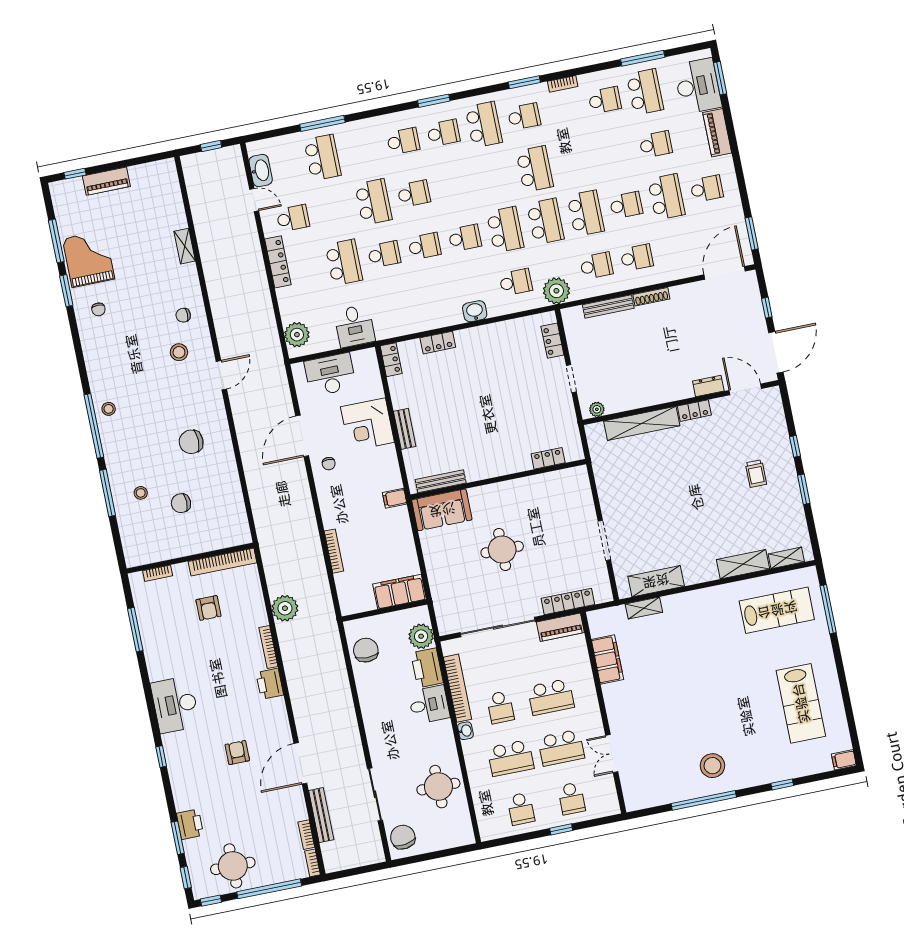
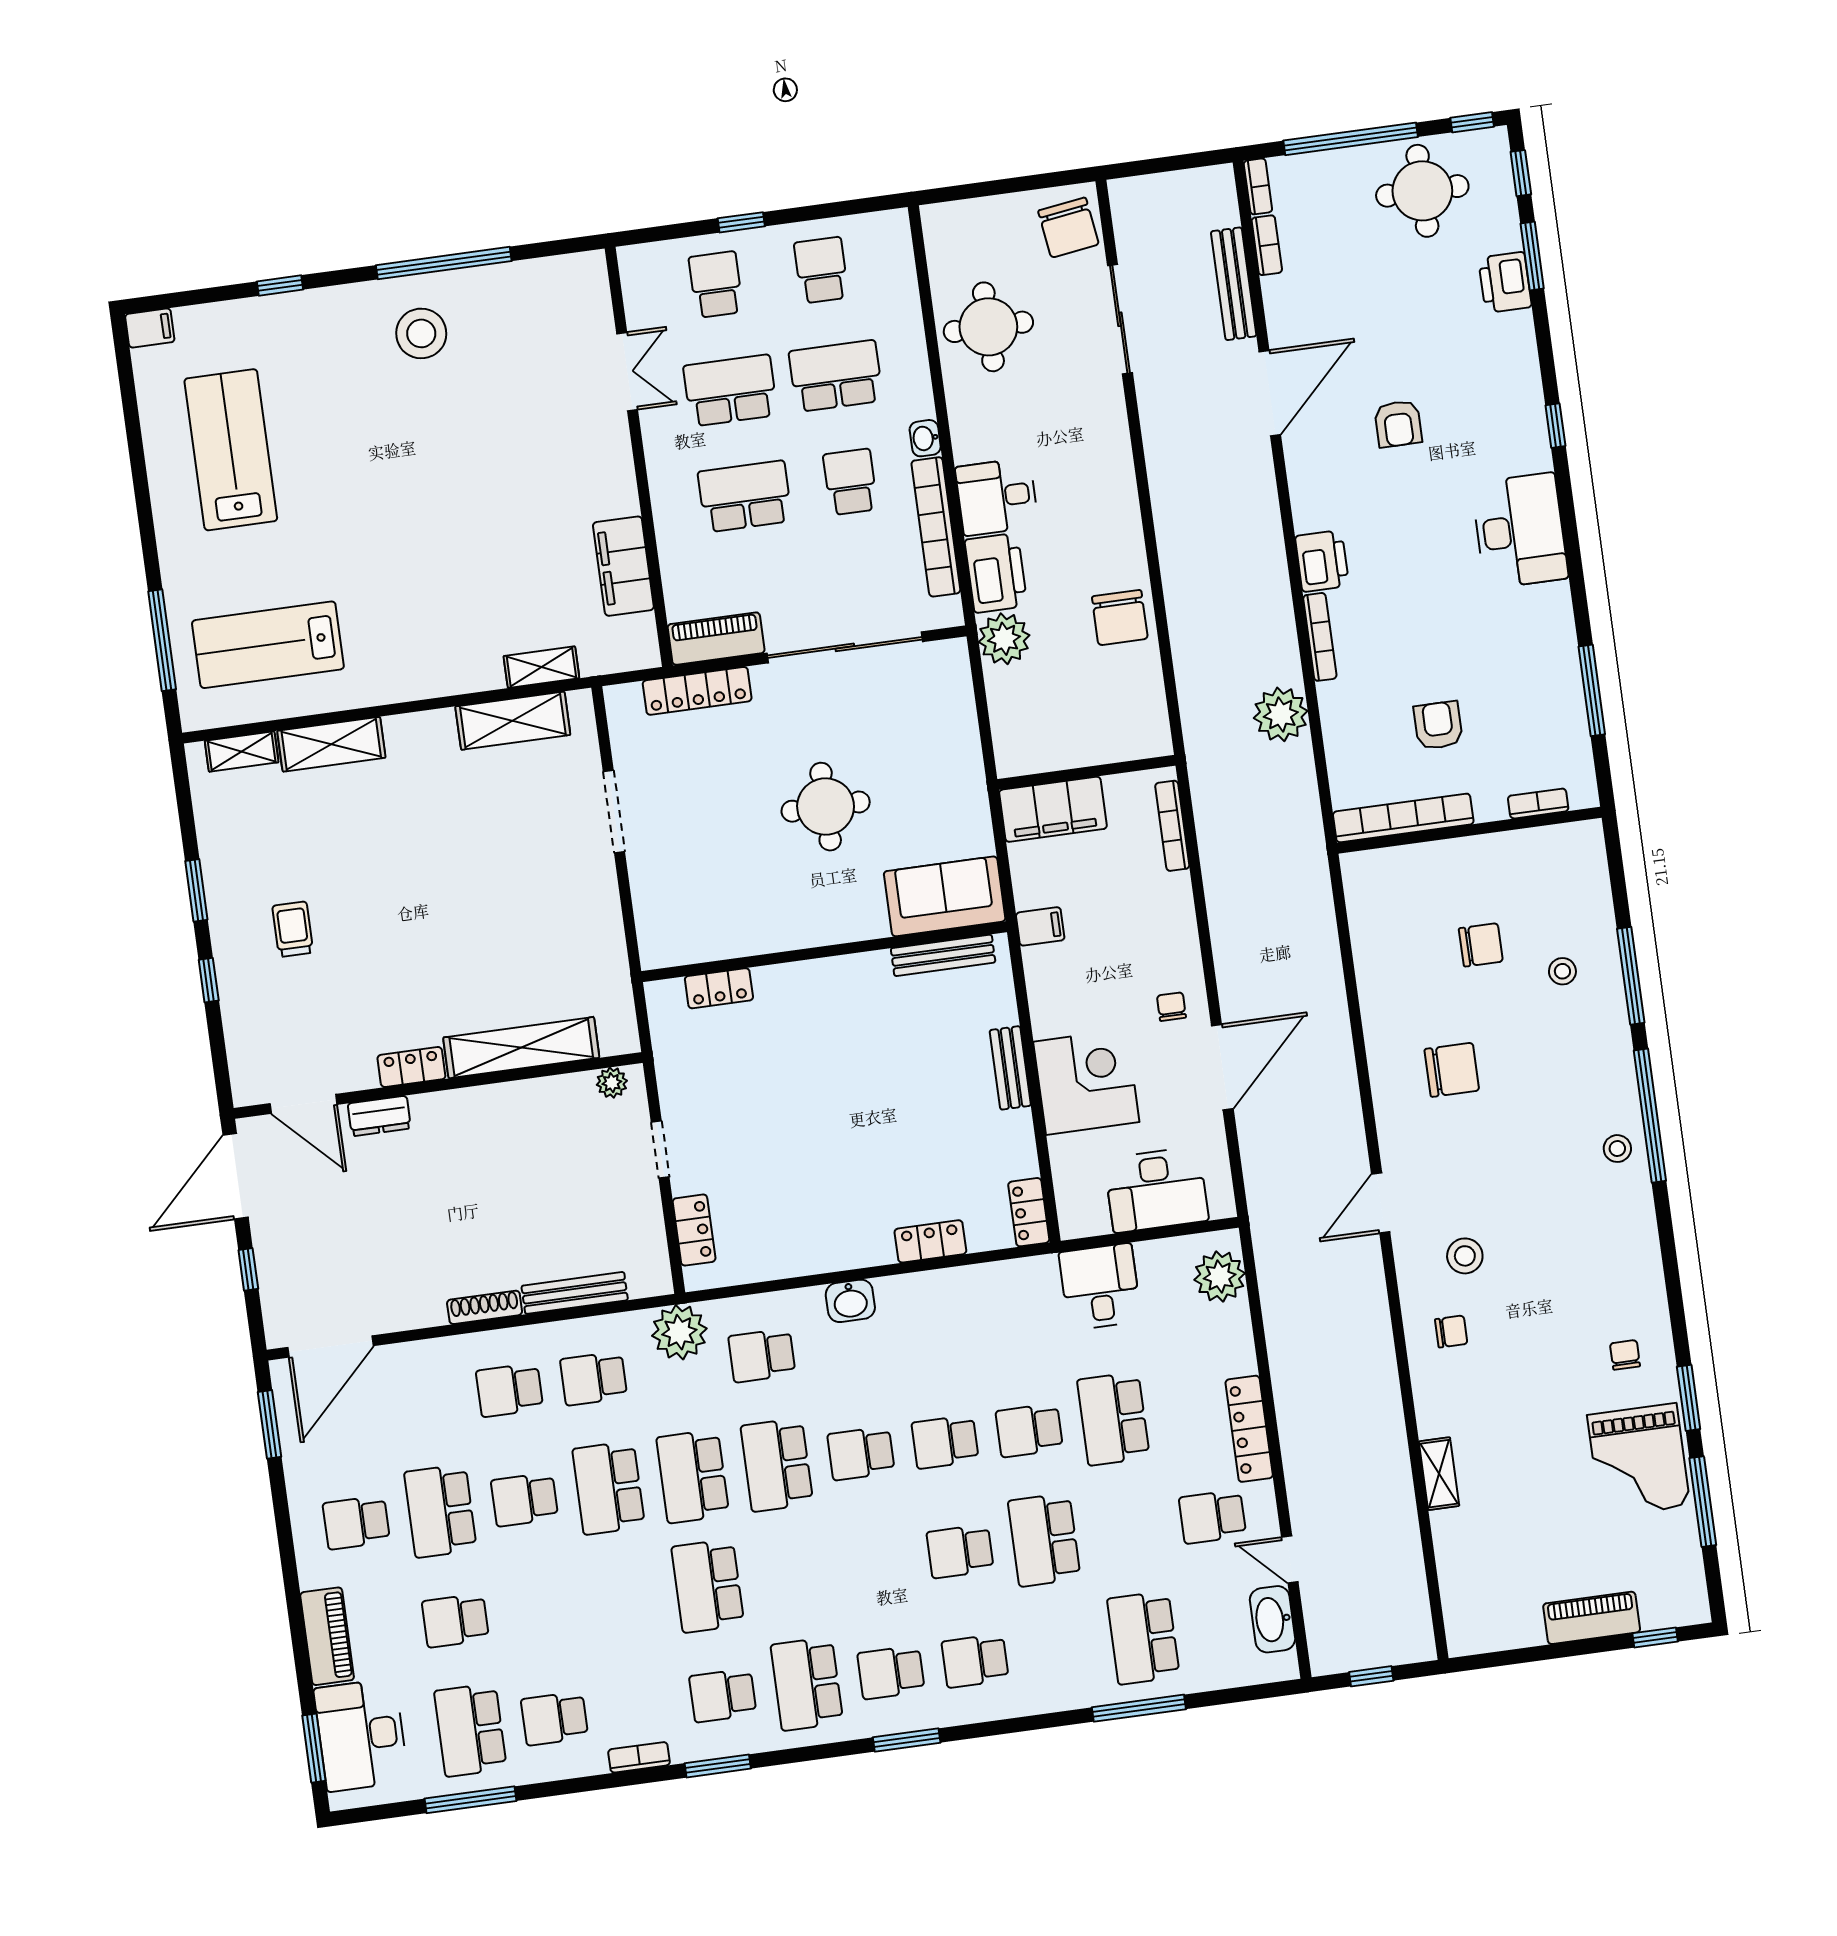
filing cabinet: (399, 592) -> (1053, 809), moved
wall: (384, 610) -> (1086, 772), moved

